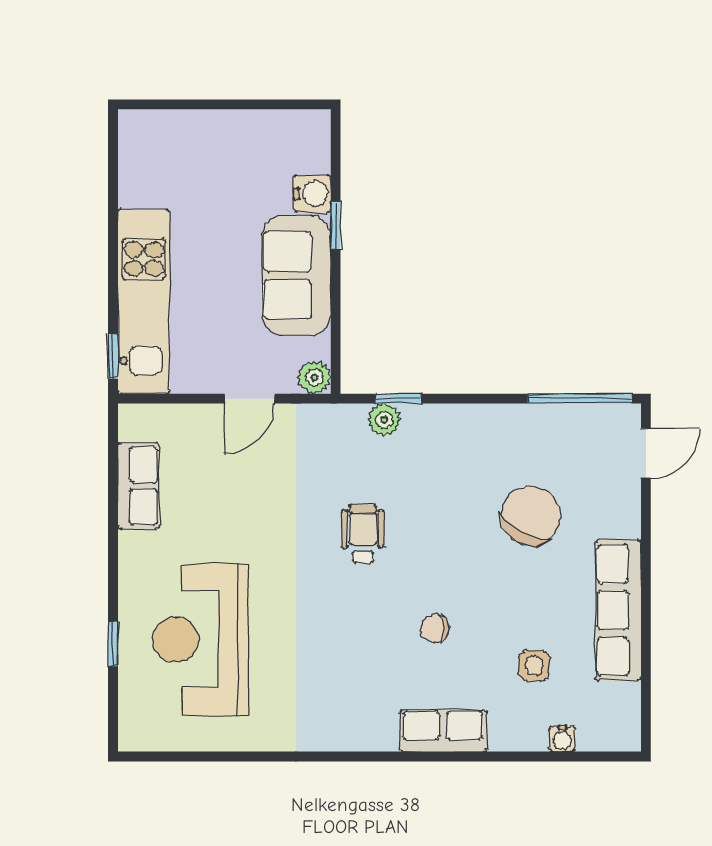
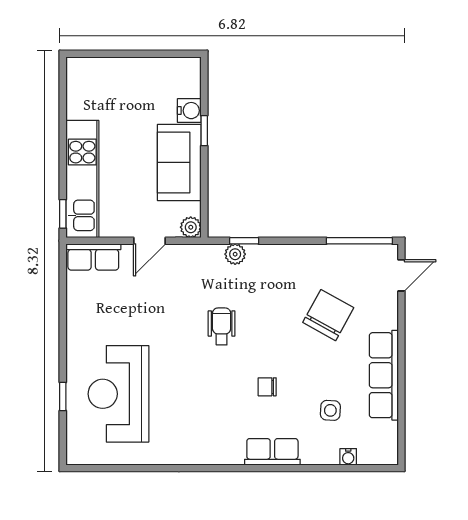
row of seats: (138, 486) -> (93, 257), moved, turned 90

